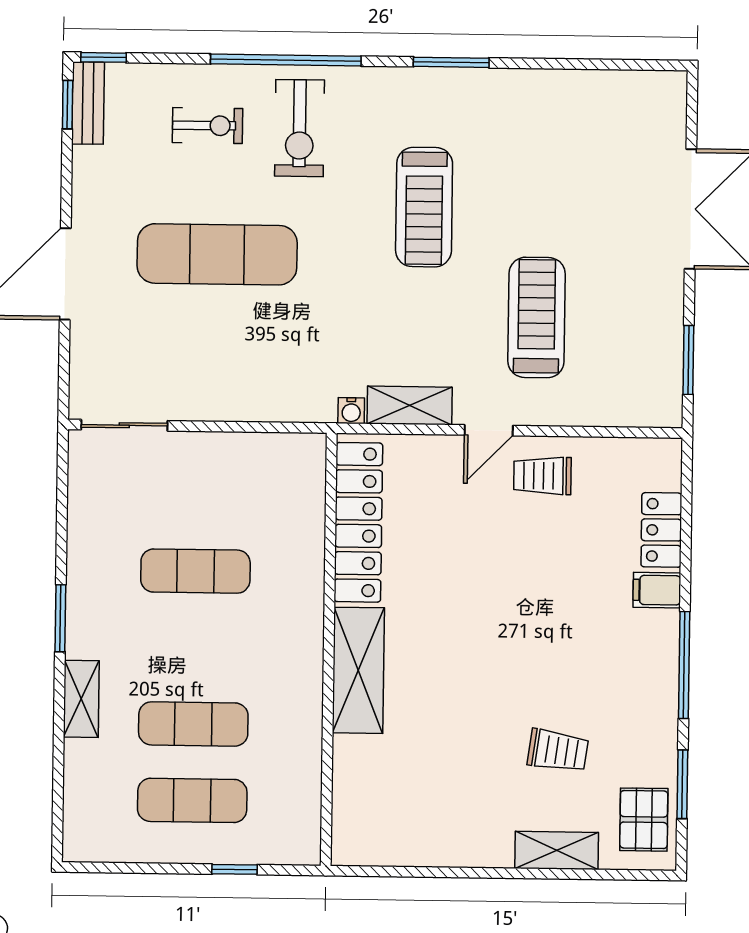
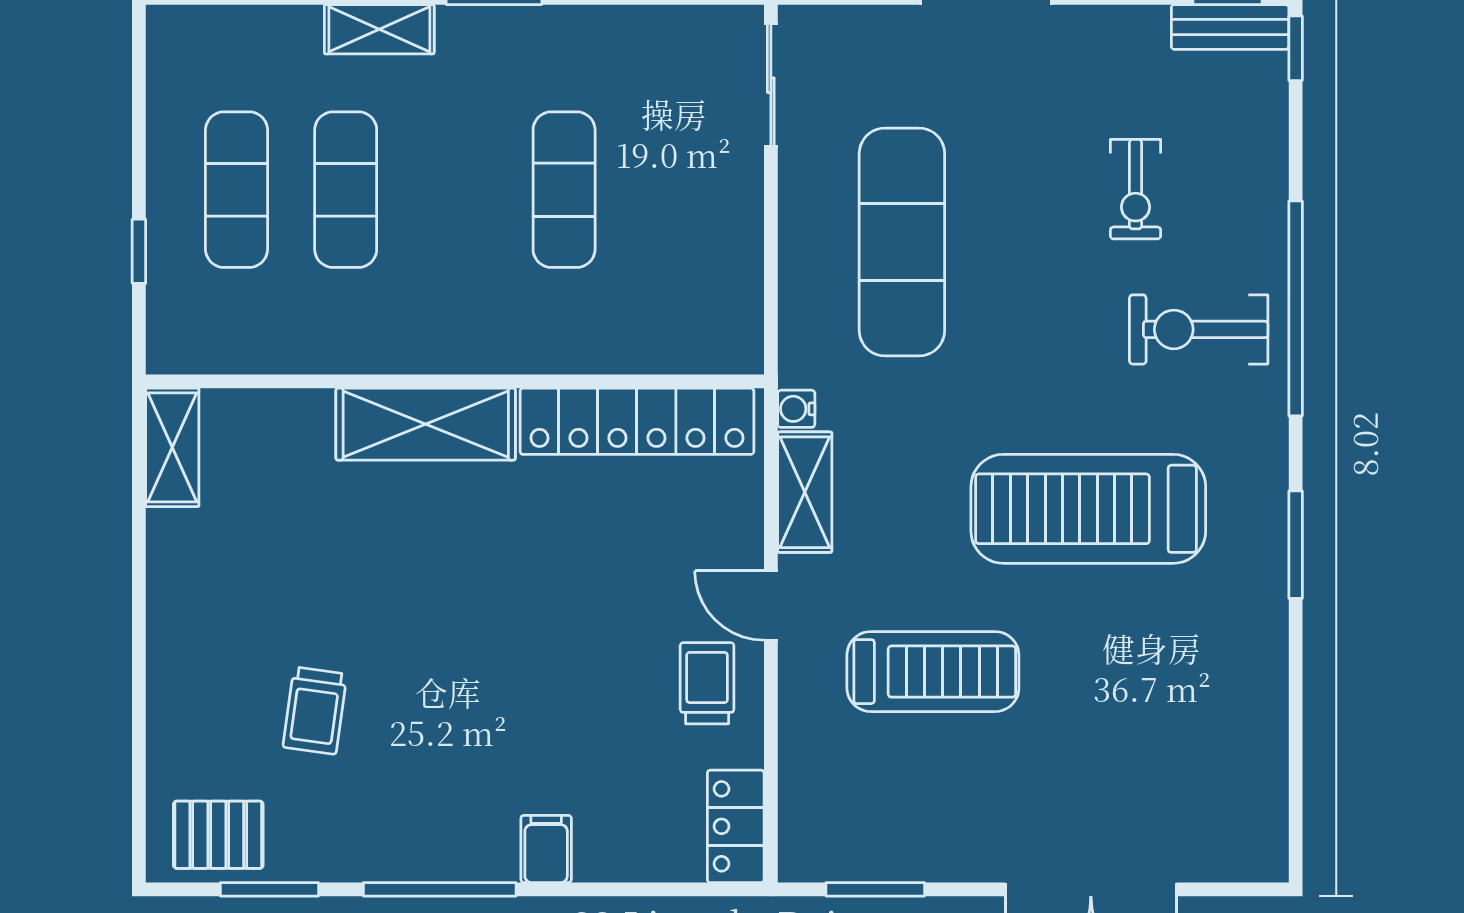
exercise bike: (208, 126) -> (1136, 189), moved
treadmill: (424, 207) -> (1088, 509), width x1.37, depth x1.38
exercise mat: (217, 254) -> (902, 242), moved
locker: (661, 530) -> (736, 826), moved, turned -90
shelving: (557, 850) -> (172, 447), moved

